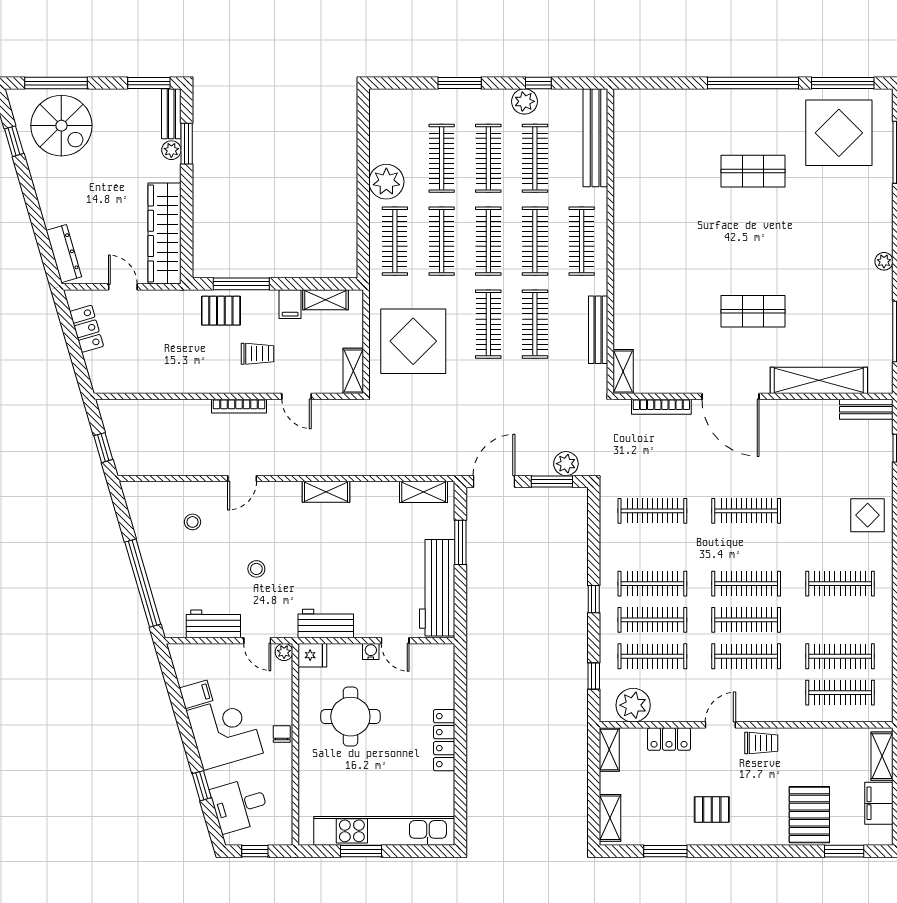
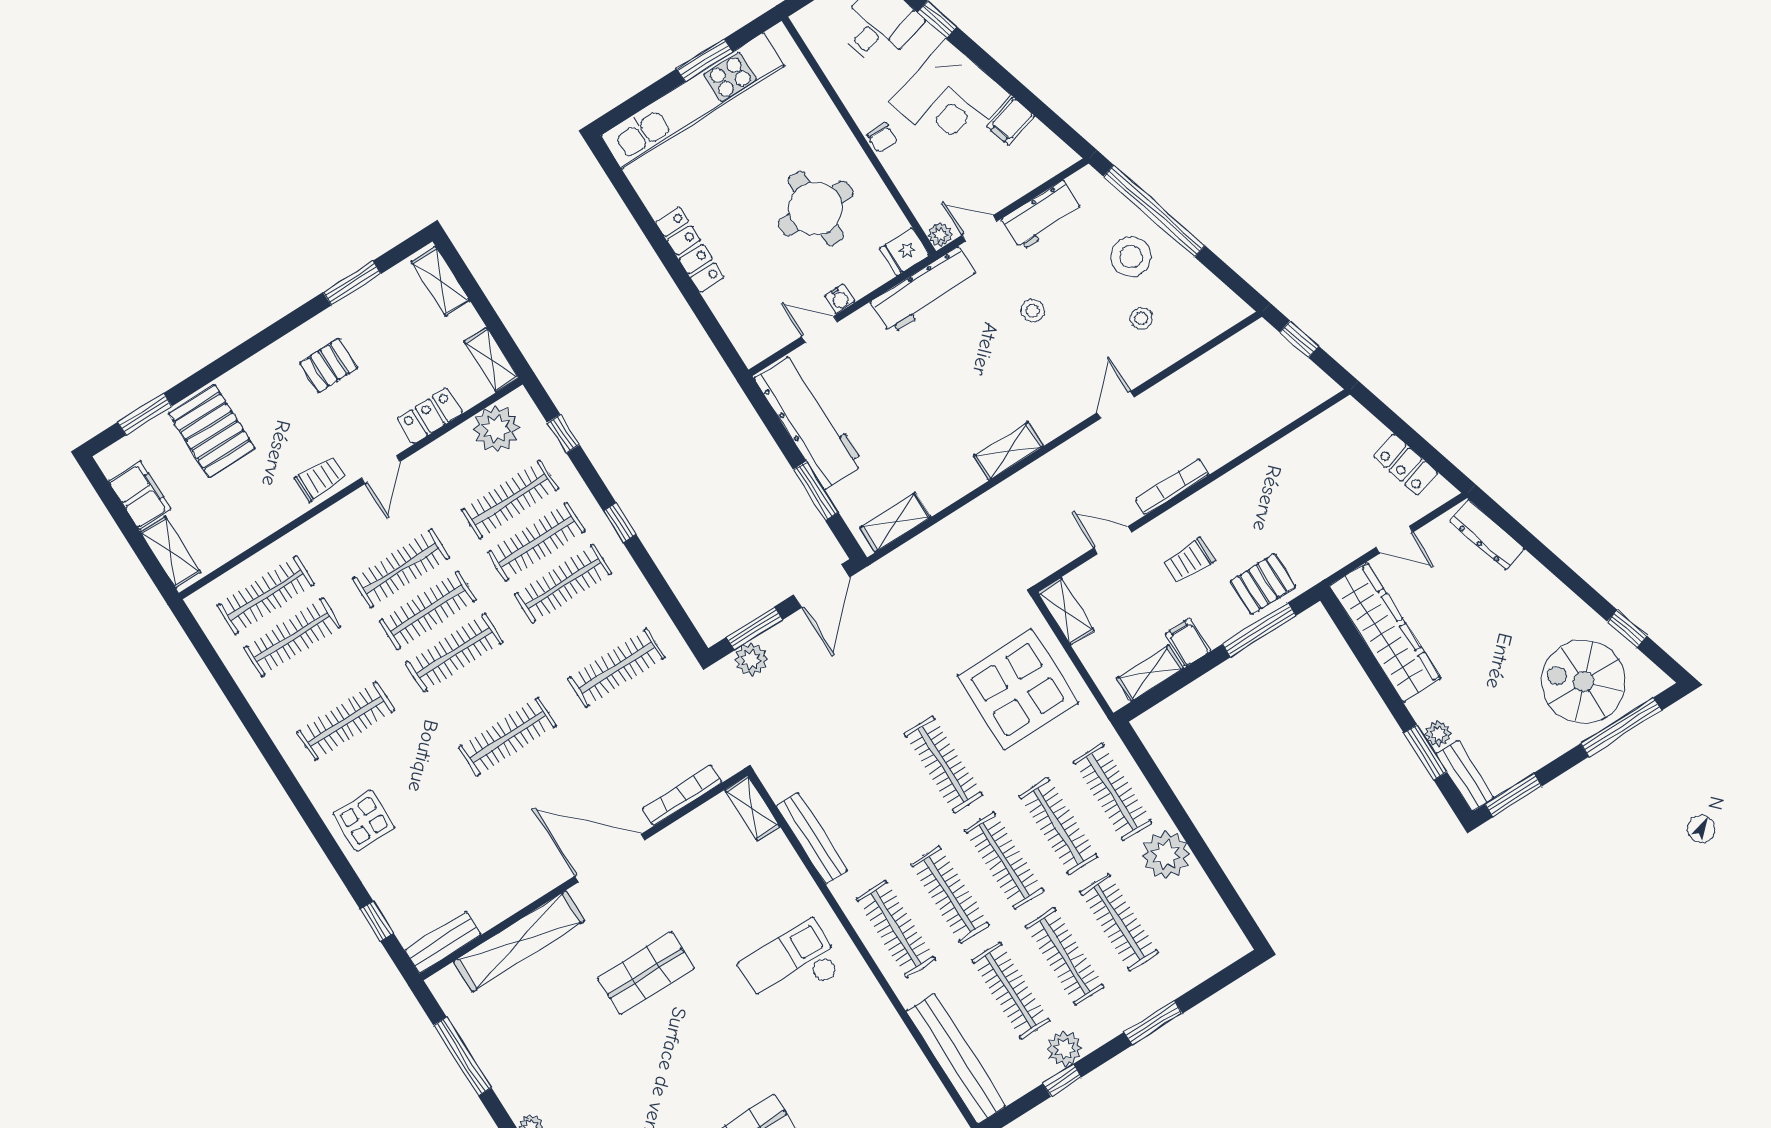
checkout: (661, 259) -> (791, 967), added
clothes rail: (535, 324) -> (889, 799), removed
stool: (175, 564) -> (1131, 257), added
workbench: (326, 624) -> (924, 291), width x1.38
trolley: (761, 743) -> (320, 479), turned 180

